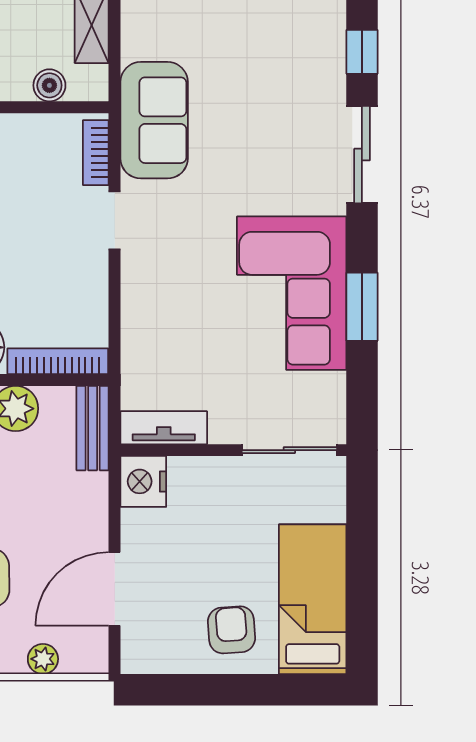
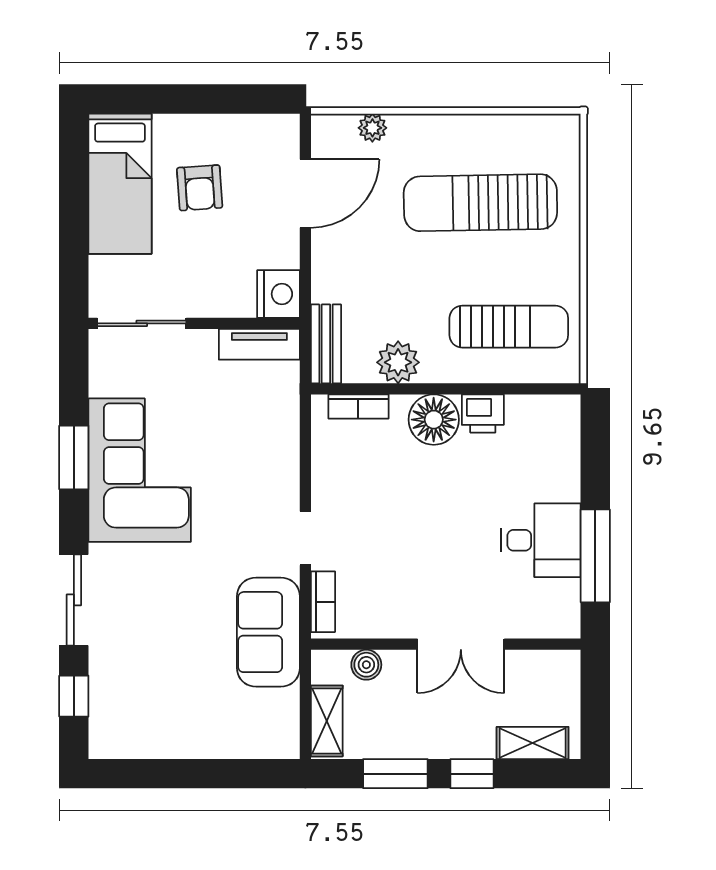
bookcase: (58, 361) -> (358, 406), width x0.64
armchair: (232, 630) -> (200, 188), moved

